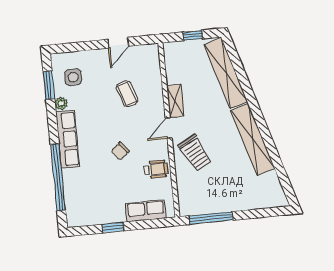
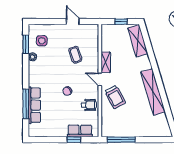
door: (118, 43) -> (73, 21), swing flipped
shelving: (226, 73) -> (138, 41), width x0.68
door: (169, 128) -> (100, 79), hinge flipped
row of seats: (68, 139) -> (34, 105), moved
window: (58, 177) -> (26, 104), width x0.68
window: (113, 228) -> (74, 140), moved

